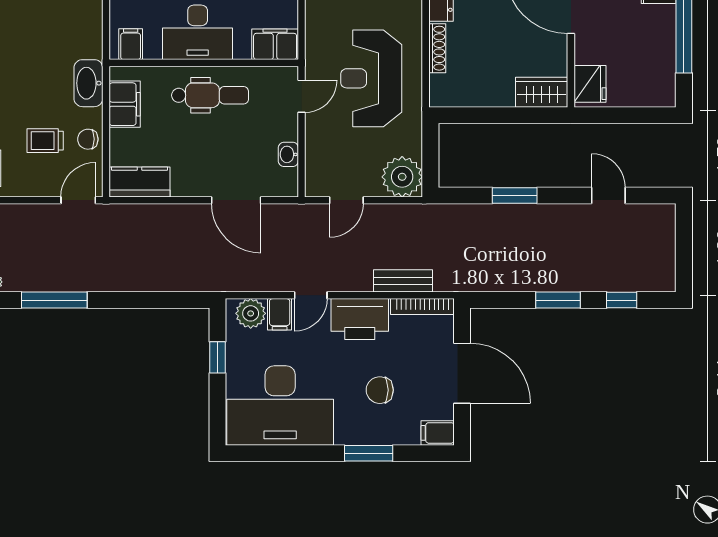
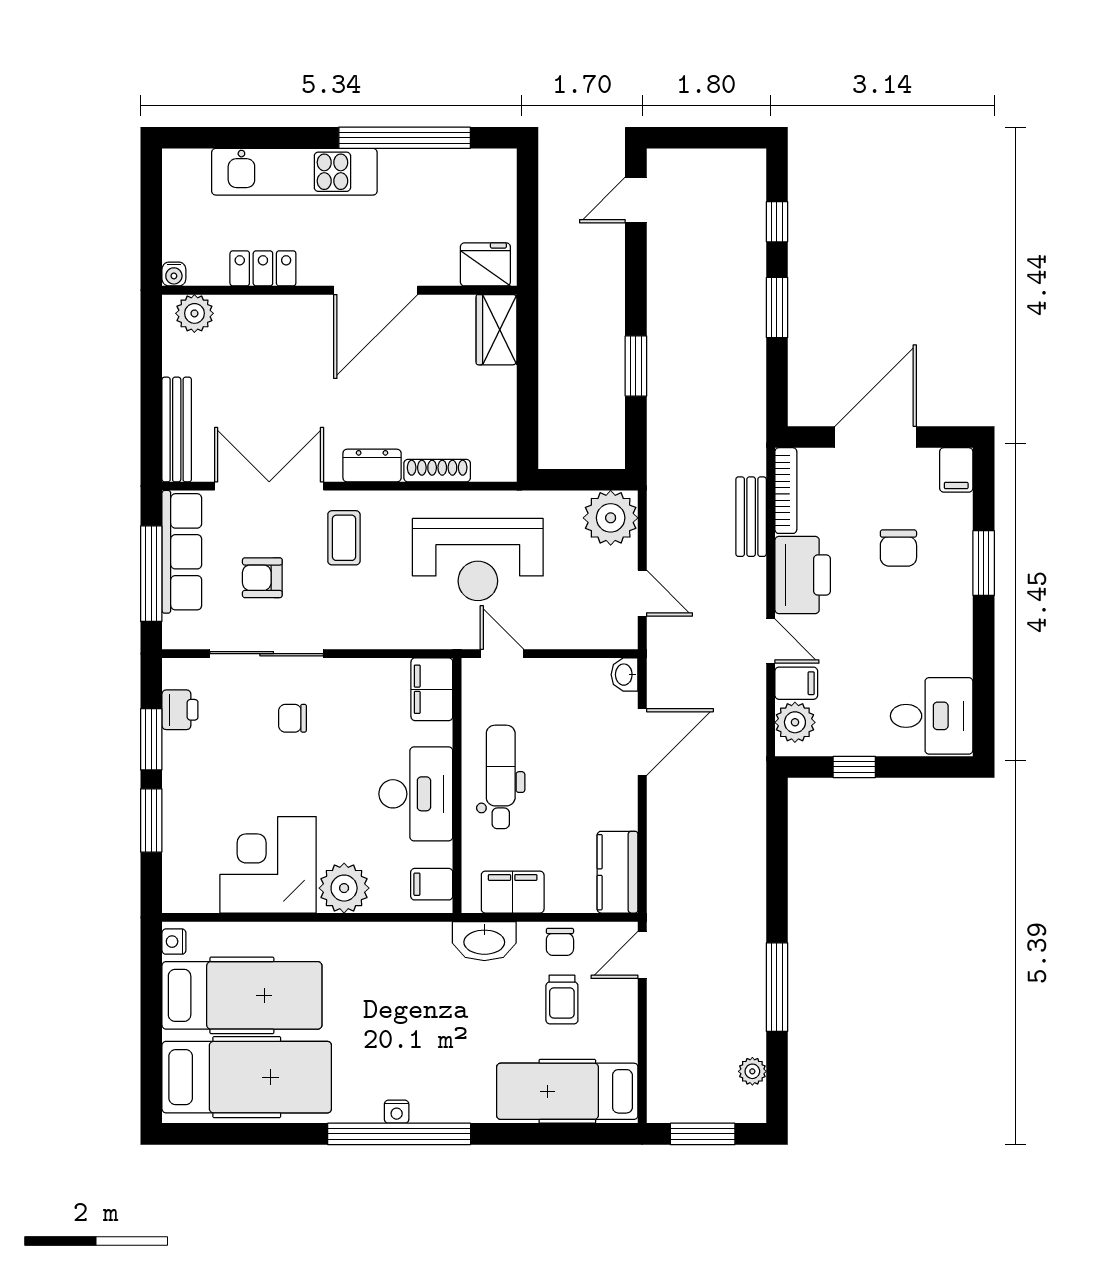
washbasin: (288, 154) -> (625, 675), moved, turned 90
door: (608, 195) -> (636, 200), moved
door: (78, 200) -> (642, 955), hinge flipped
desk: (280, 406) -> (932, 716), width x0.53, depth x0.77

